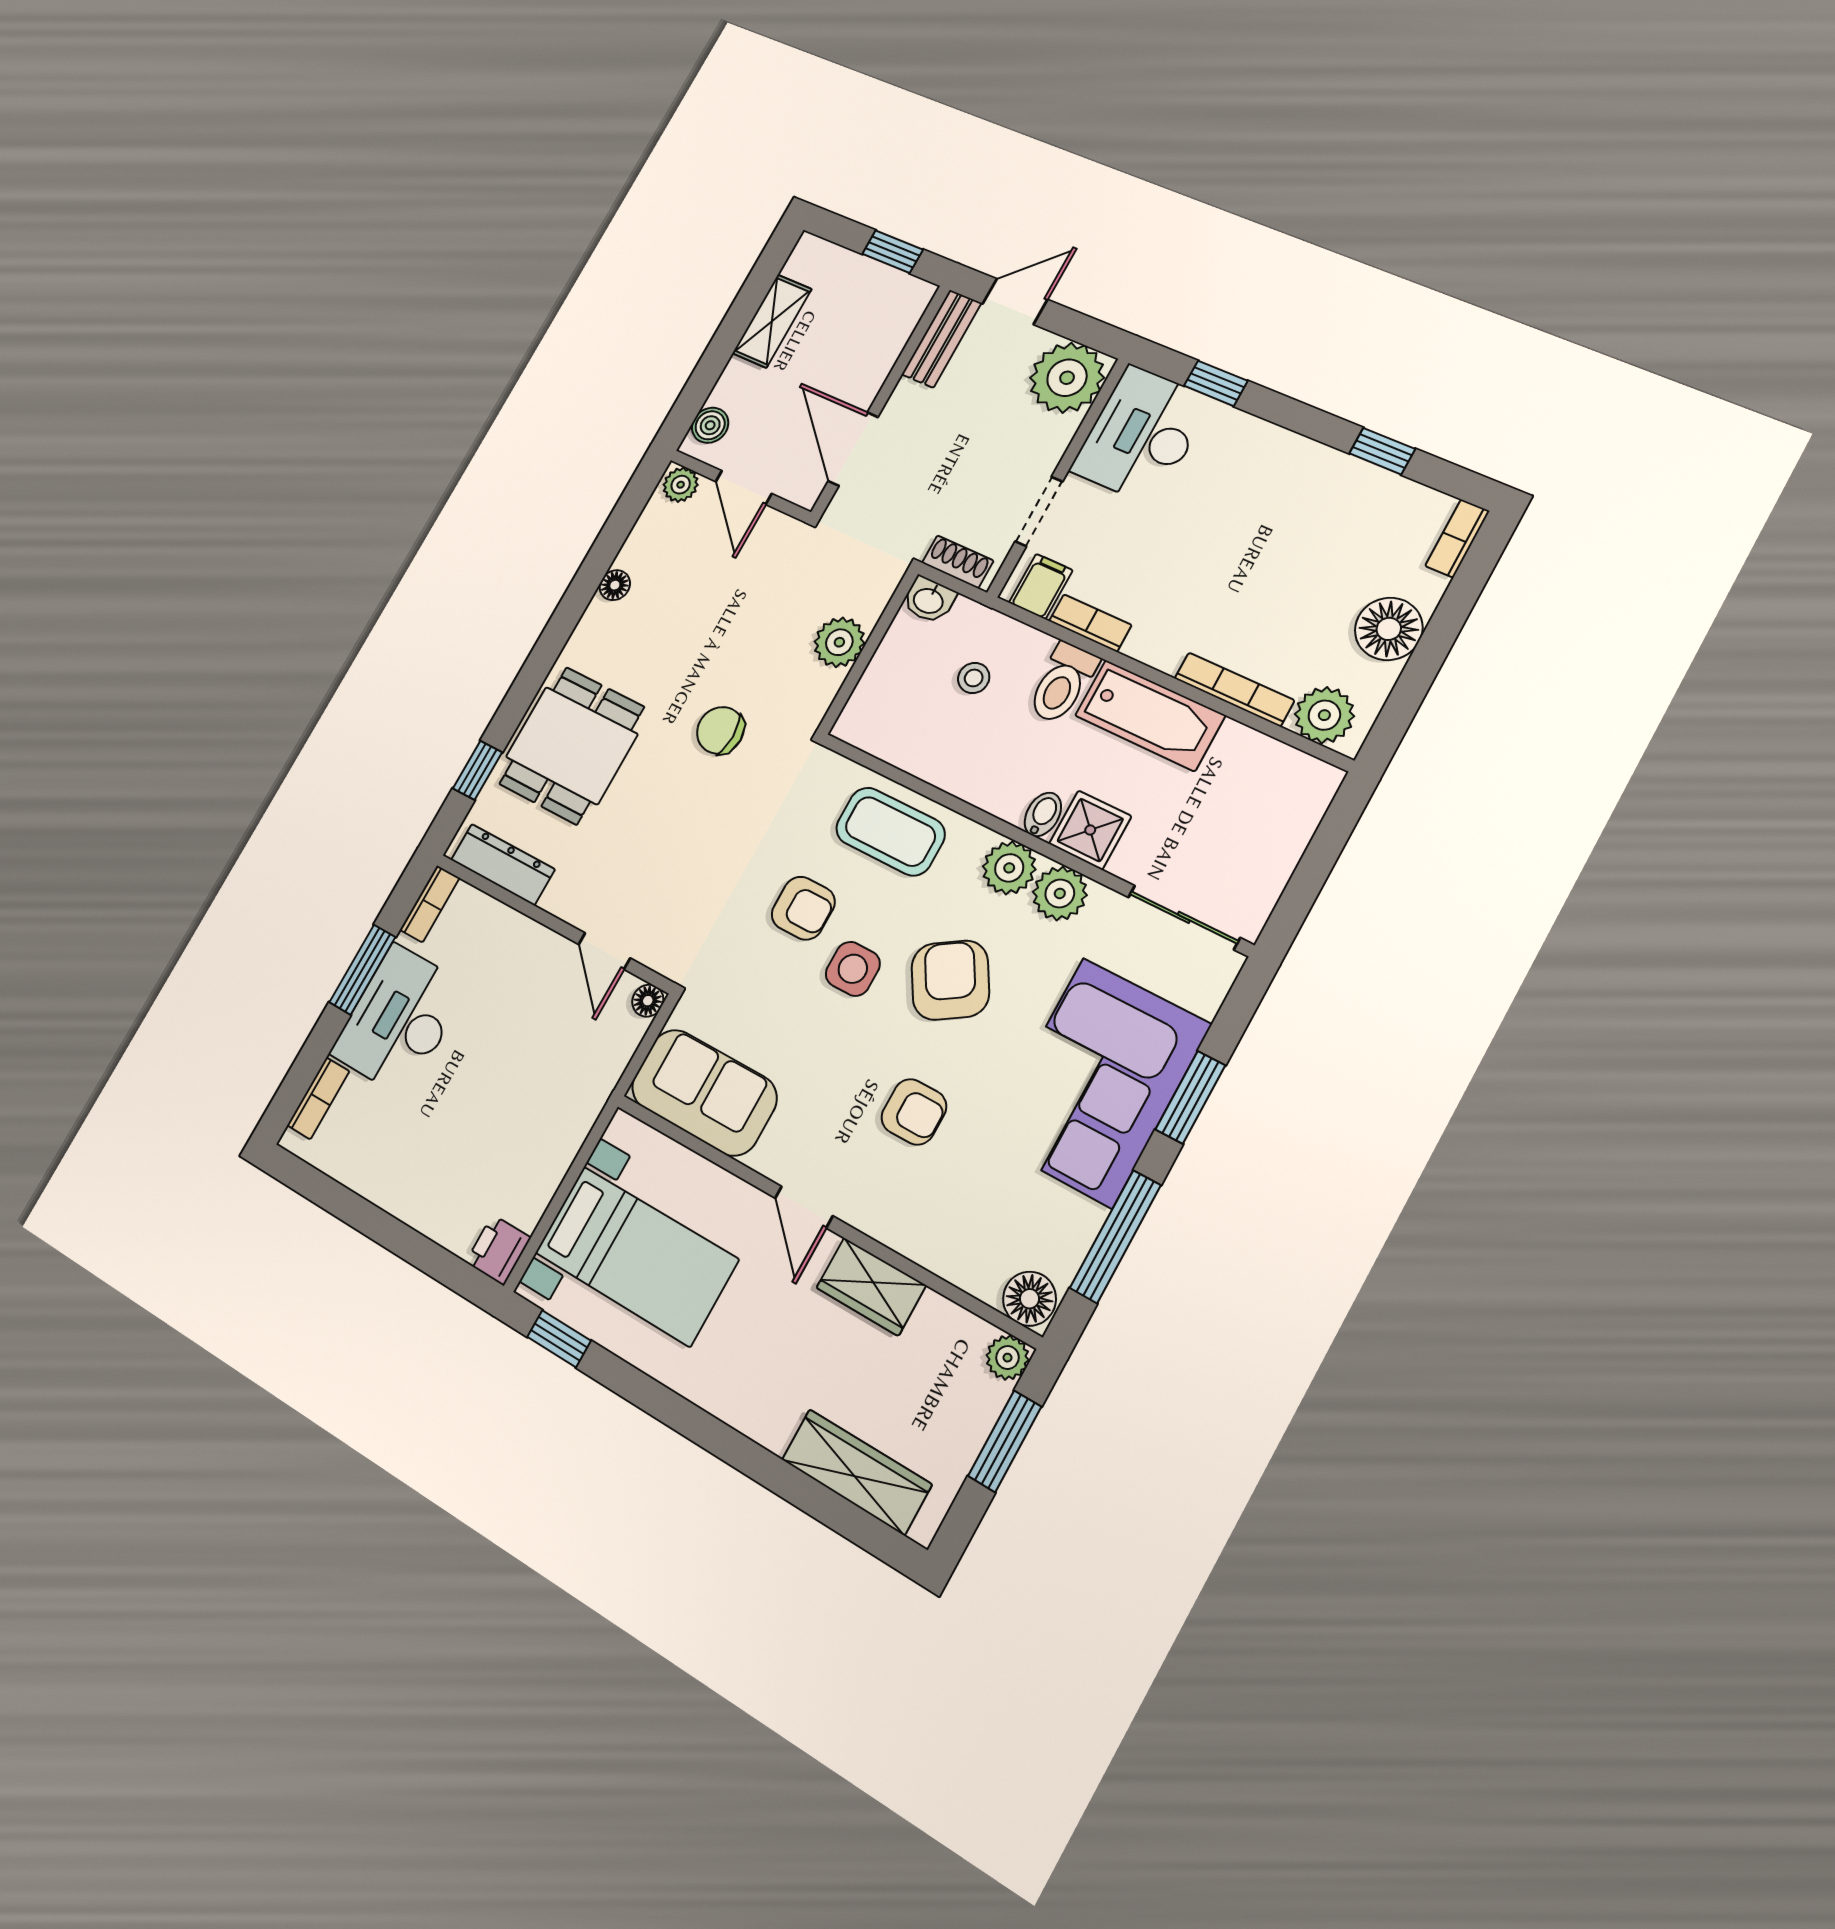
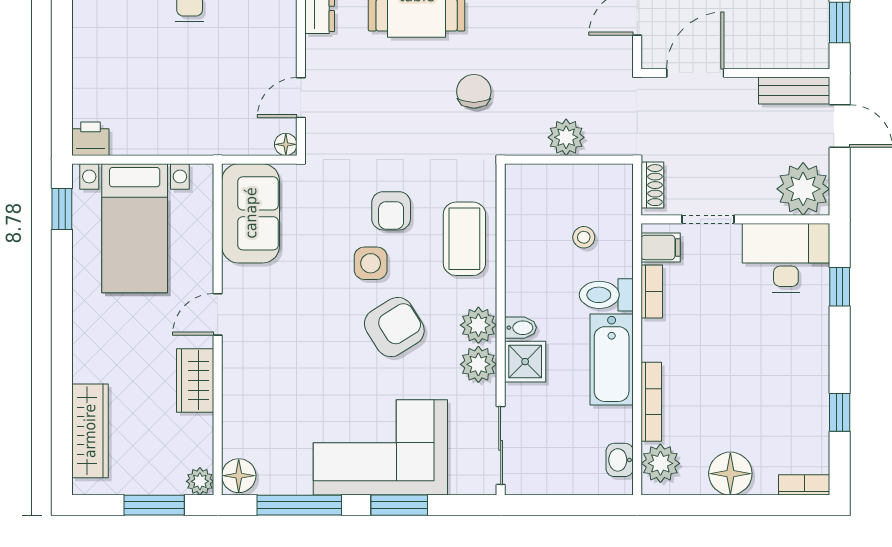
washbasin: (929, 600) -> (620, 460), moved
armchair: (914, 1112) -> (307, 349), removed

